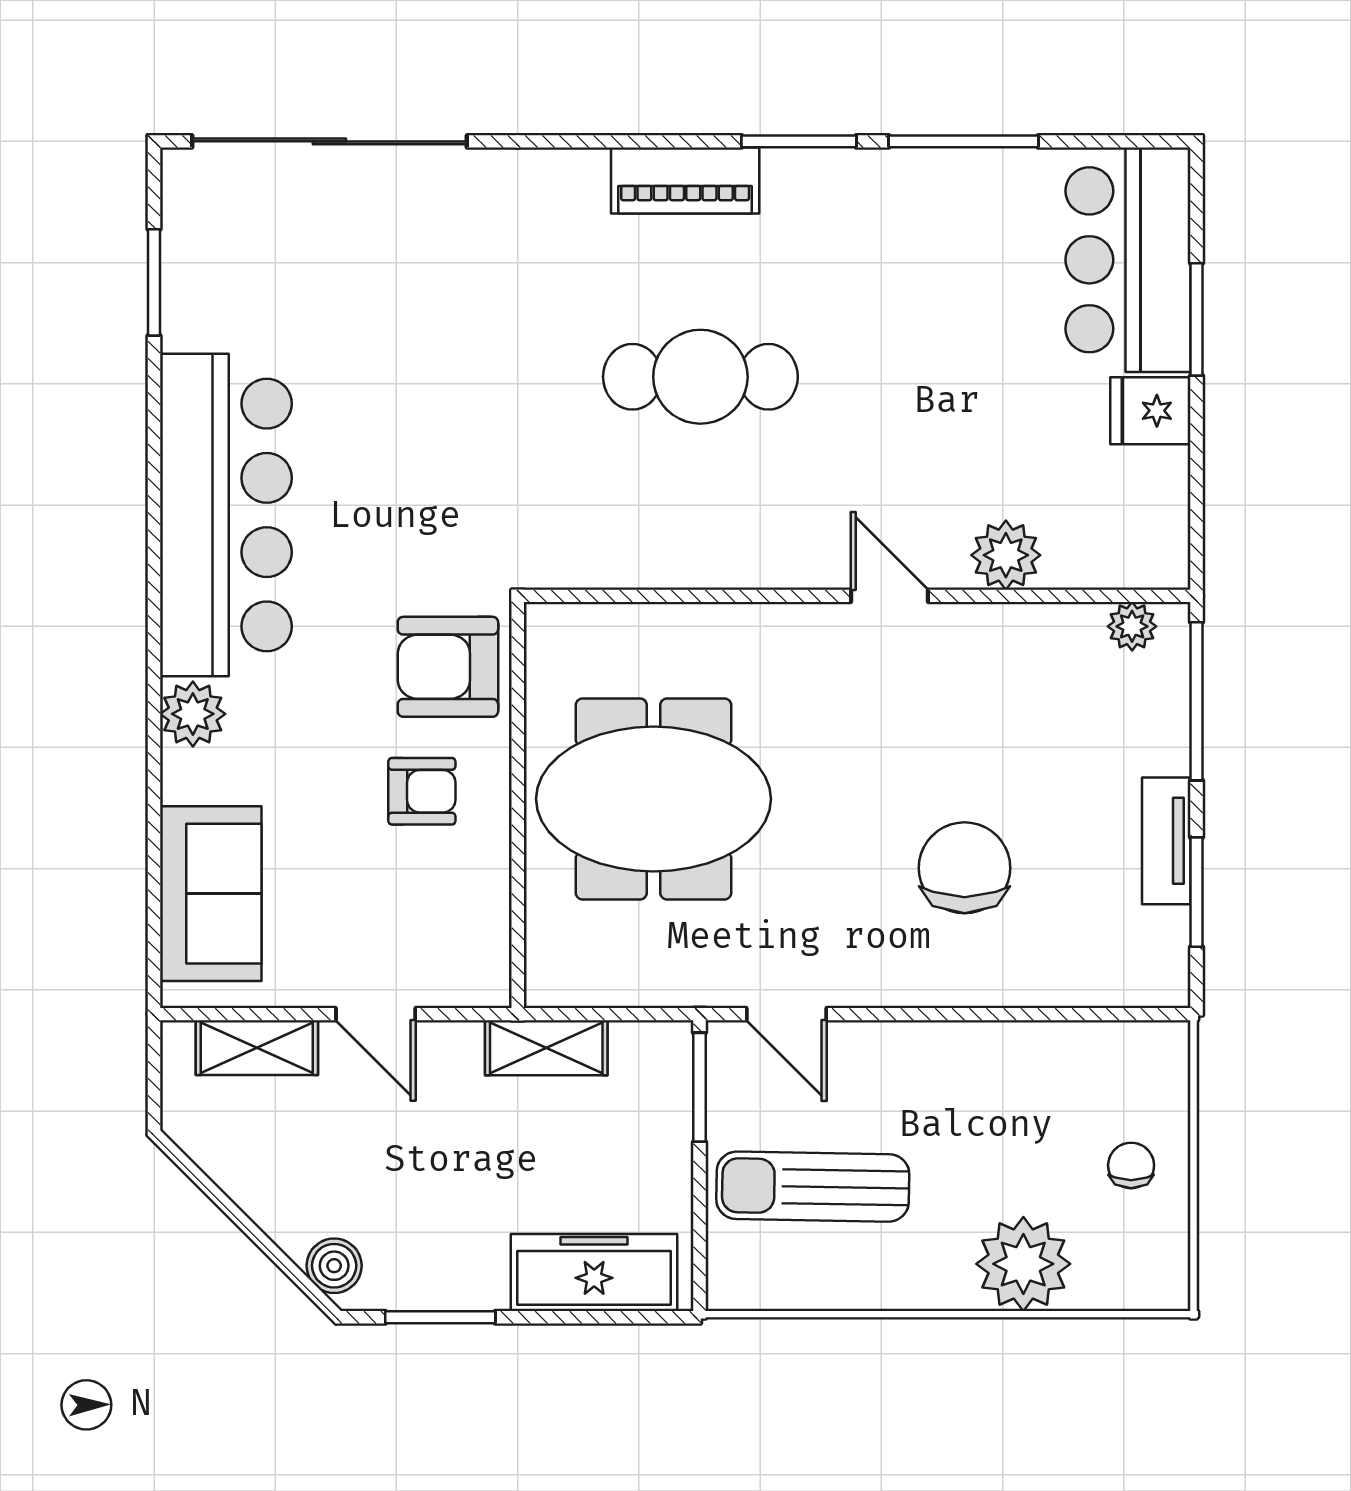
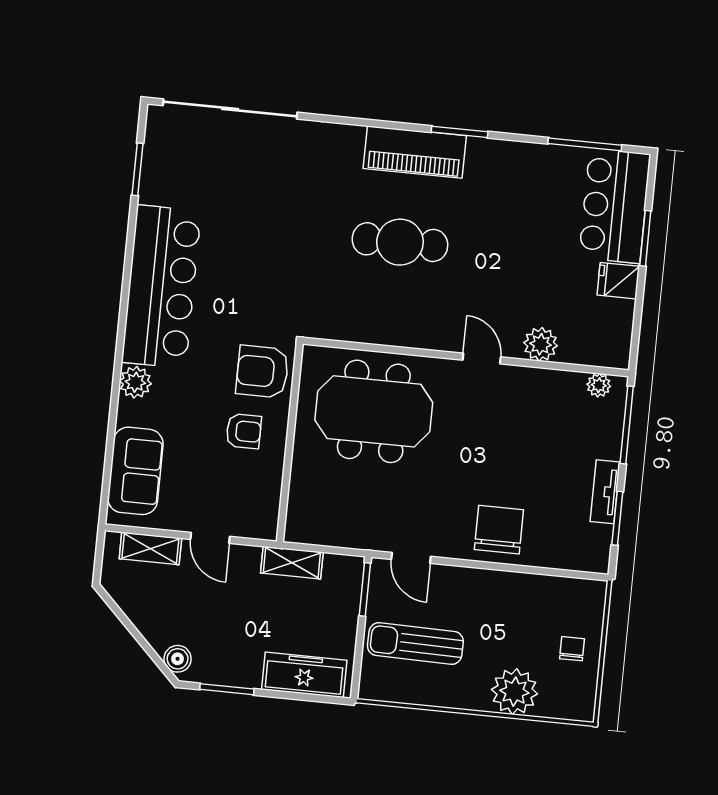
window: (963, 141) -> (585, 144), moved
piano: (685, 180) -> (415, 152), width x1.37, depth x1.33
meeting table: (654, 799) -> (374, 411), moved
chair: (965, 868) -> (499, 530), moved

